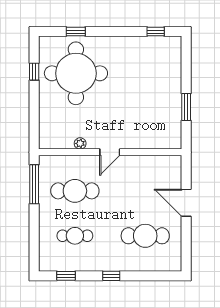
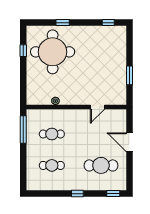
window: (76, 32) -> (63, 23), moved
door: (110, 152) -> (98, 107), moved
cafe table: (75, 191) -> (52, 134), width x0.73, depth x0.74
window: (66, 276) -> (113, 194), moved

